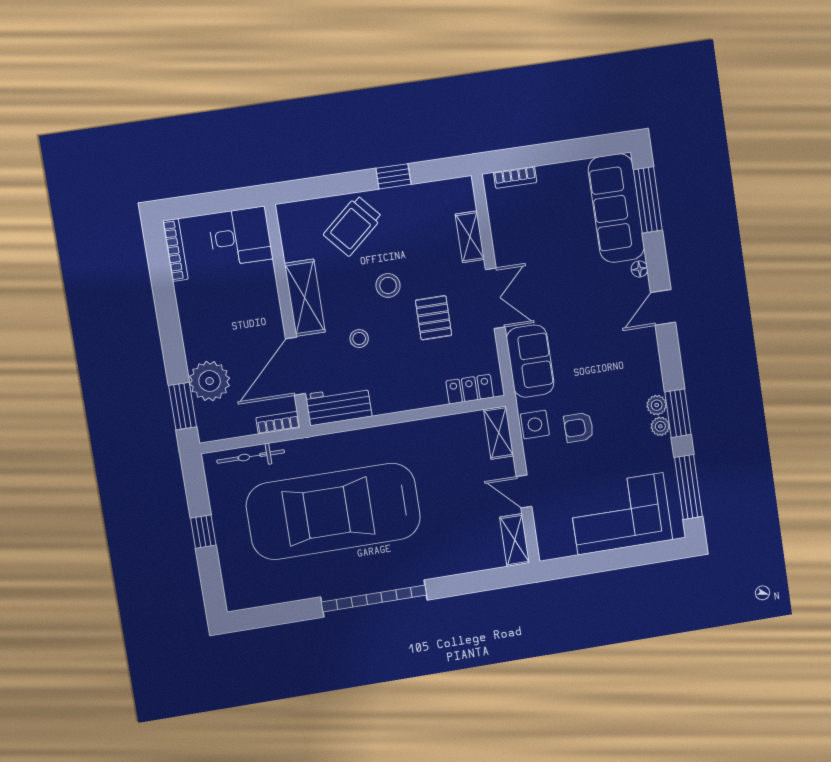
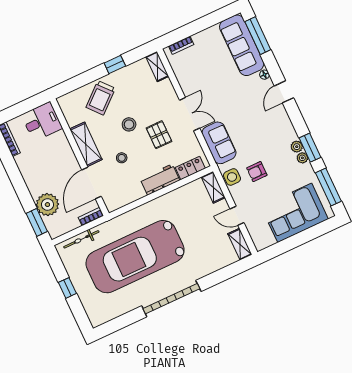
shelving: (470, 237) -> (157, 66), moved
workbench: (339, 405) -> (160, 180), moved

